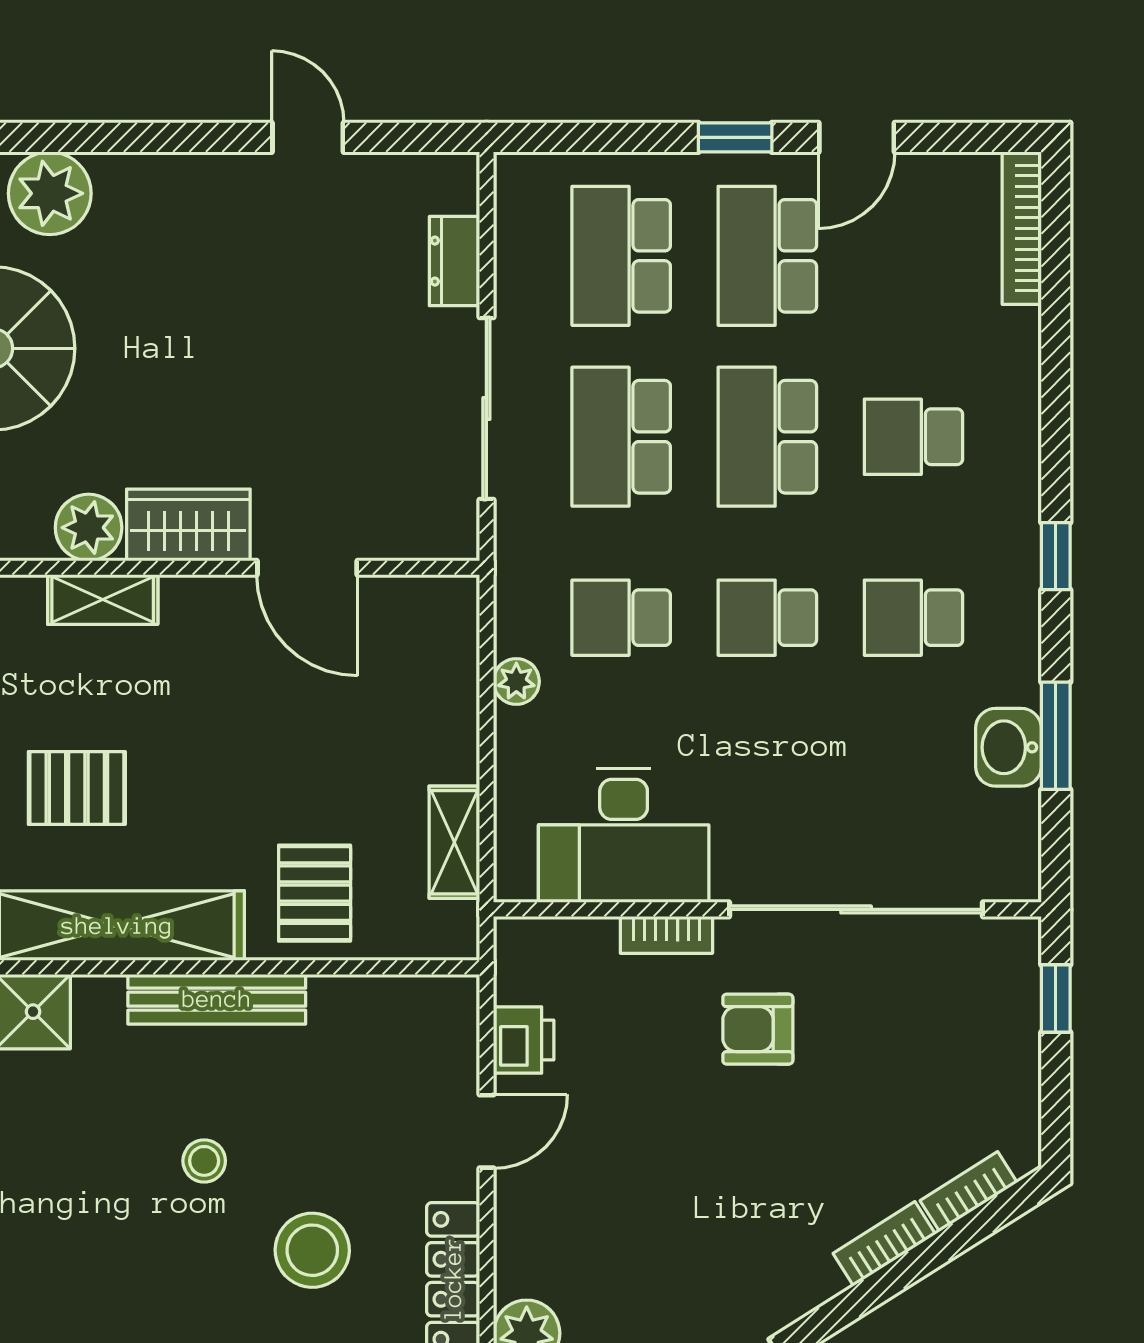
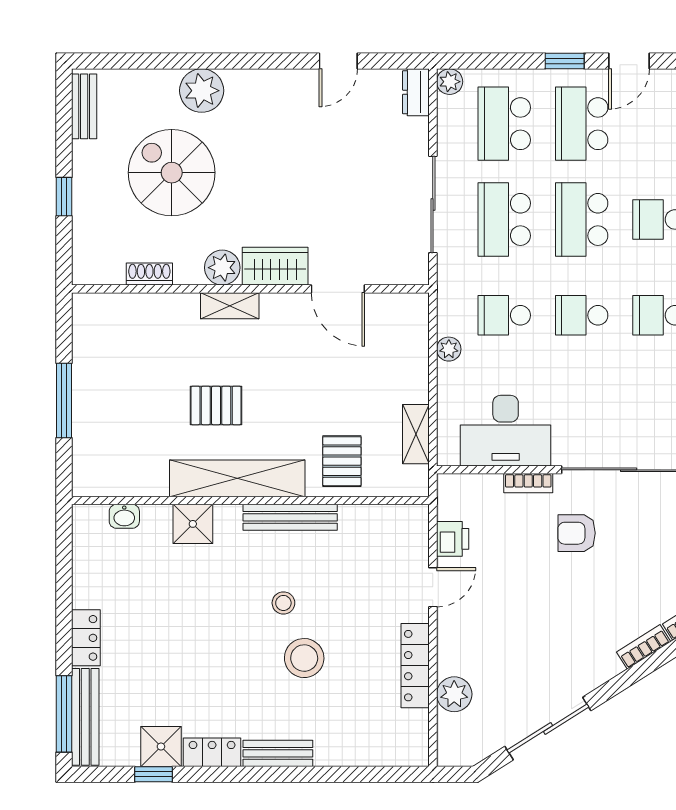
door: (308, 137) -> (338, 61), swing flipped
plant: (518, 176) -> (450, 82), added
dresser: (454, 261) -> (416, 92), moved
stool: (312, 1250) -> (304, 658), moved

